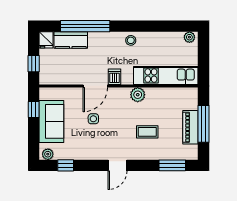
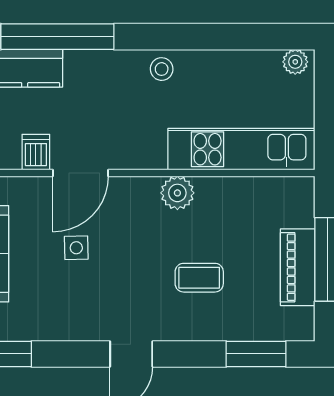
dishwasher: (114, 77) -> (36, 152), moved

